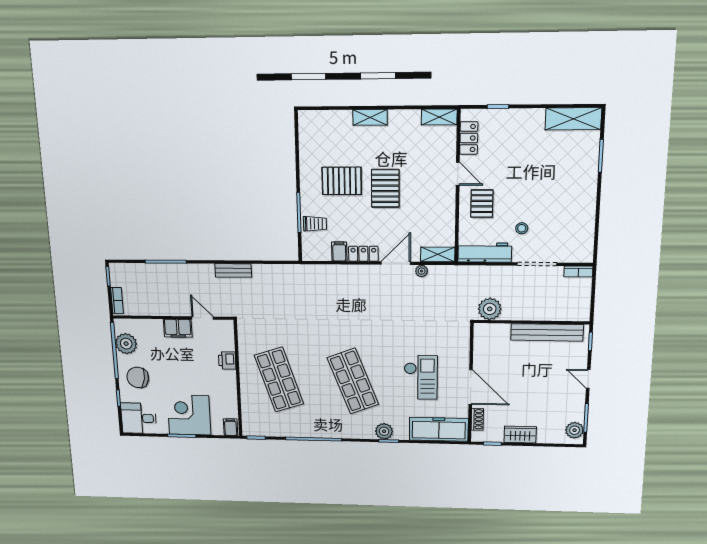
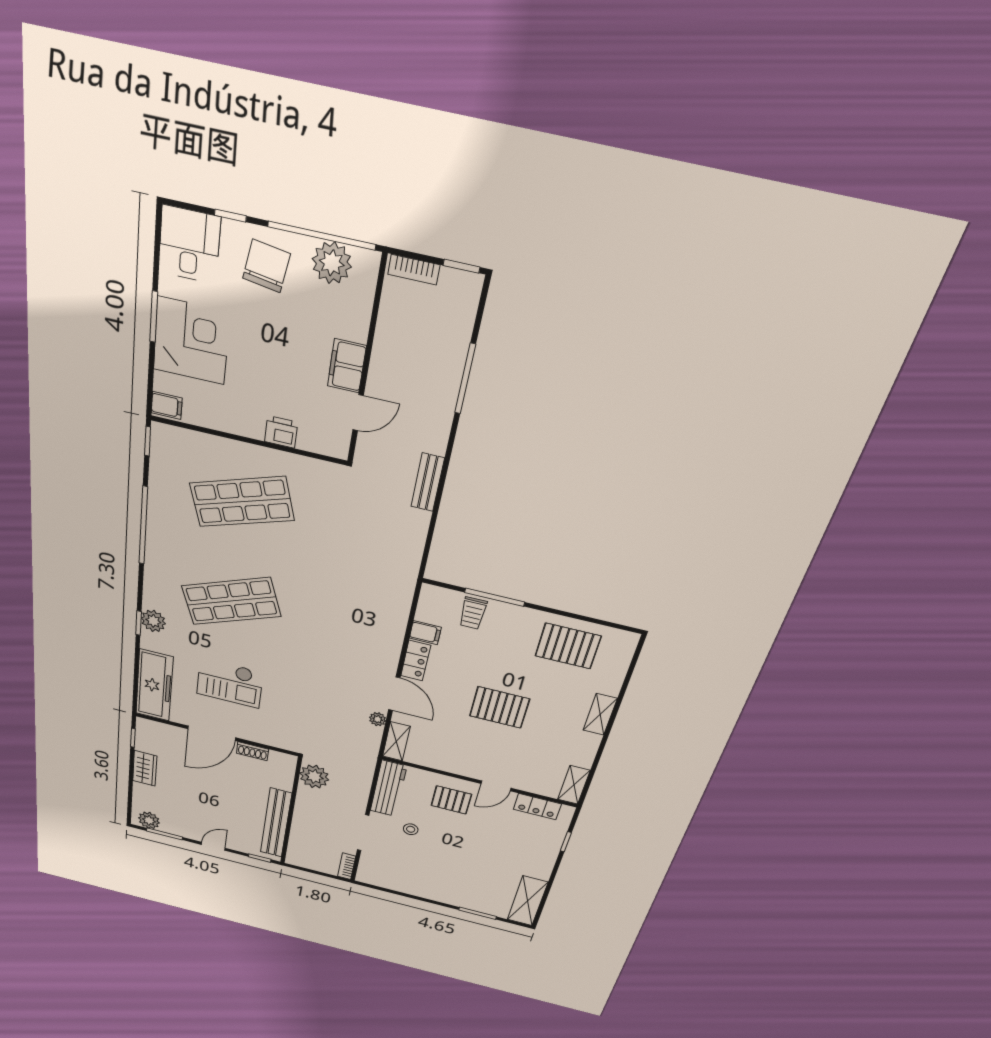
pallet: (342, 181) -> (568, 646), moved, turned 90
shoe rack: (477, 419) -> (253, 751), moved

